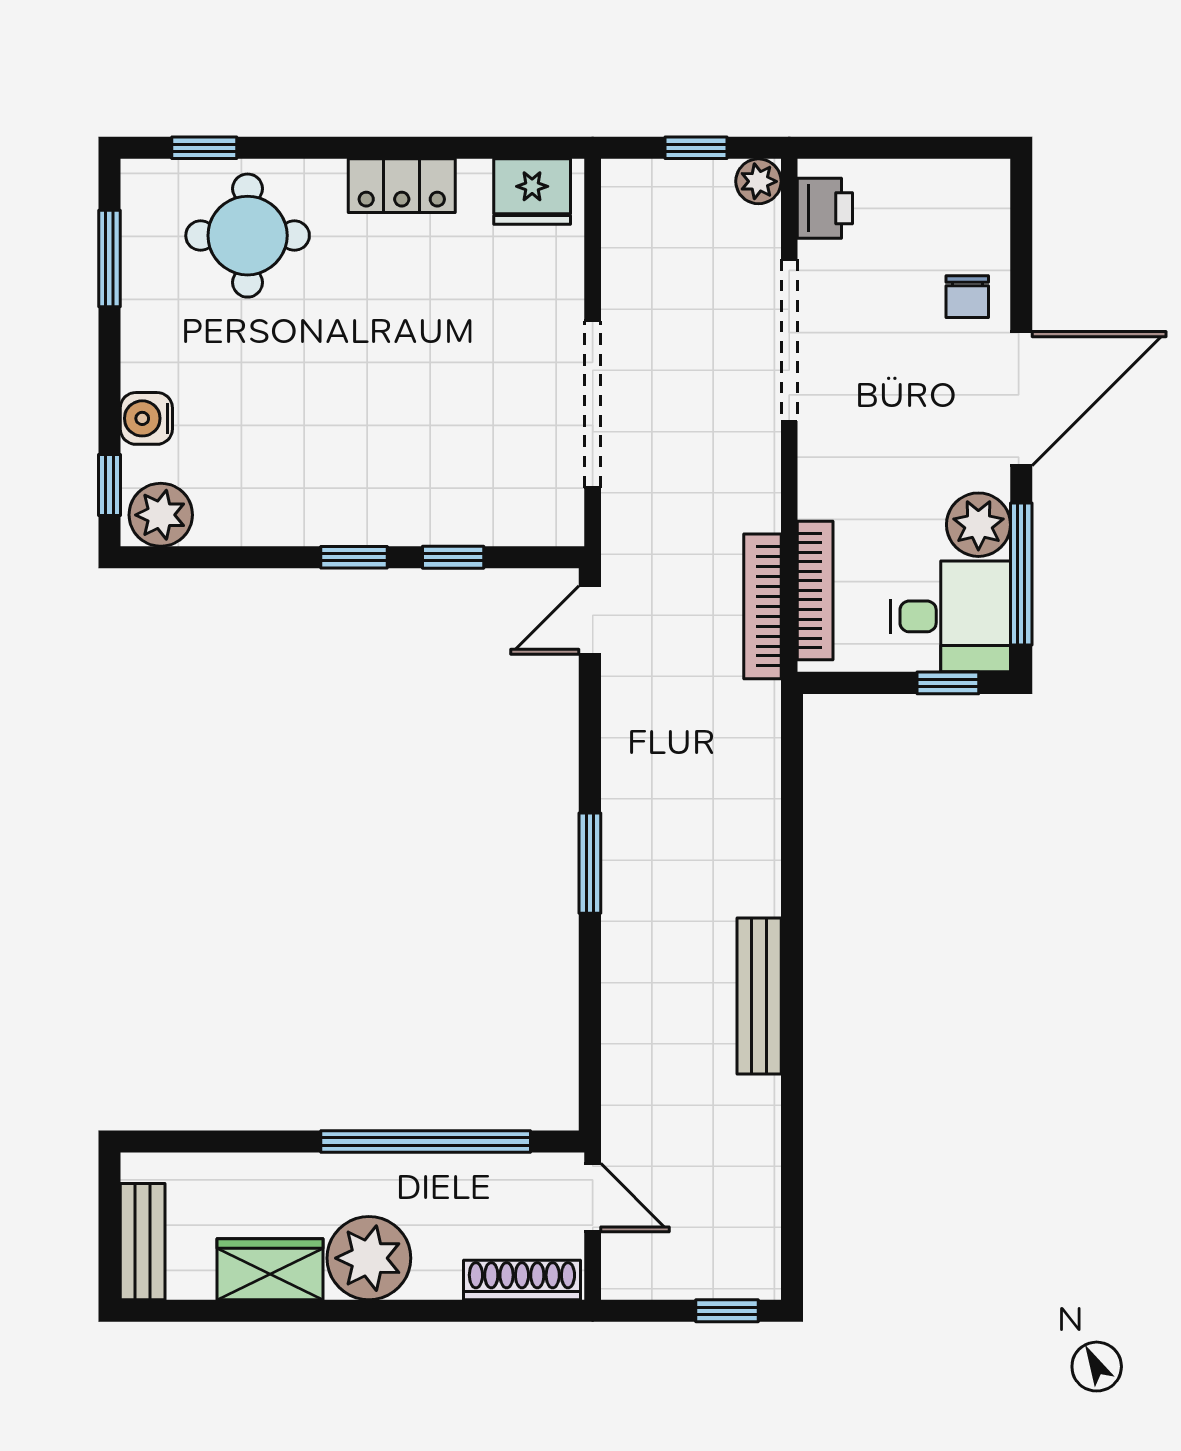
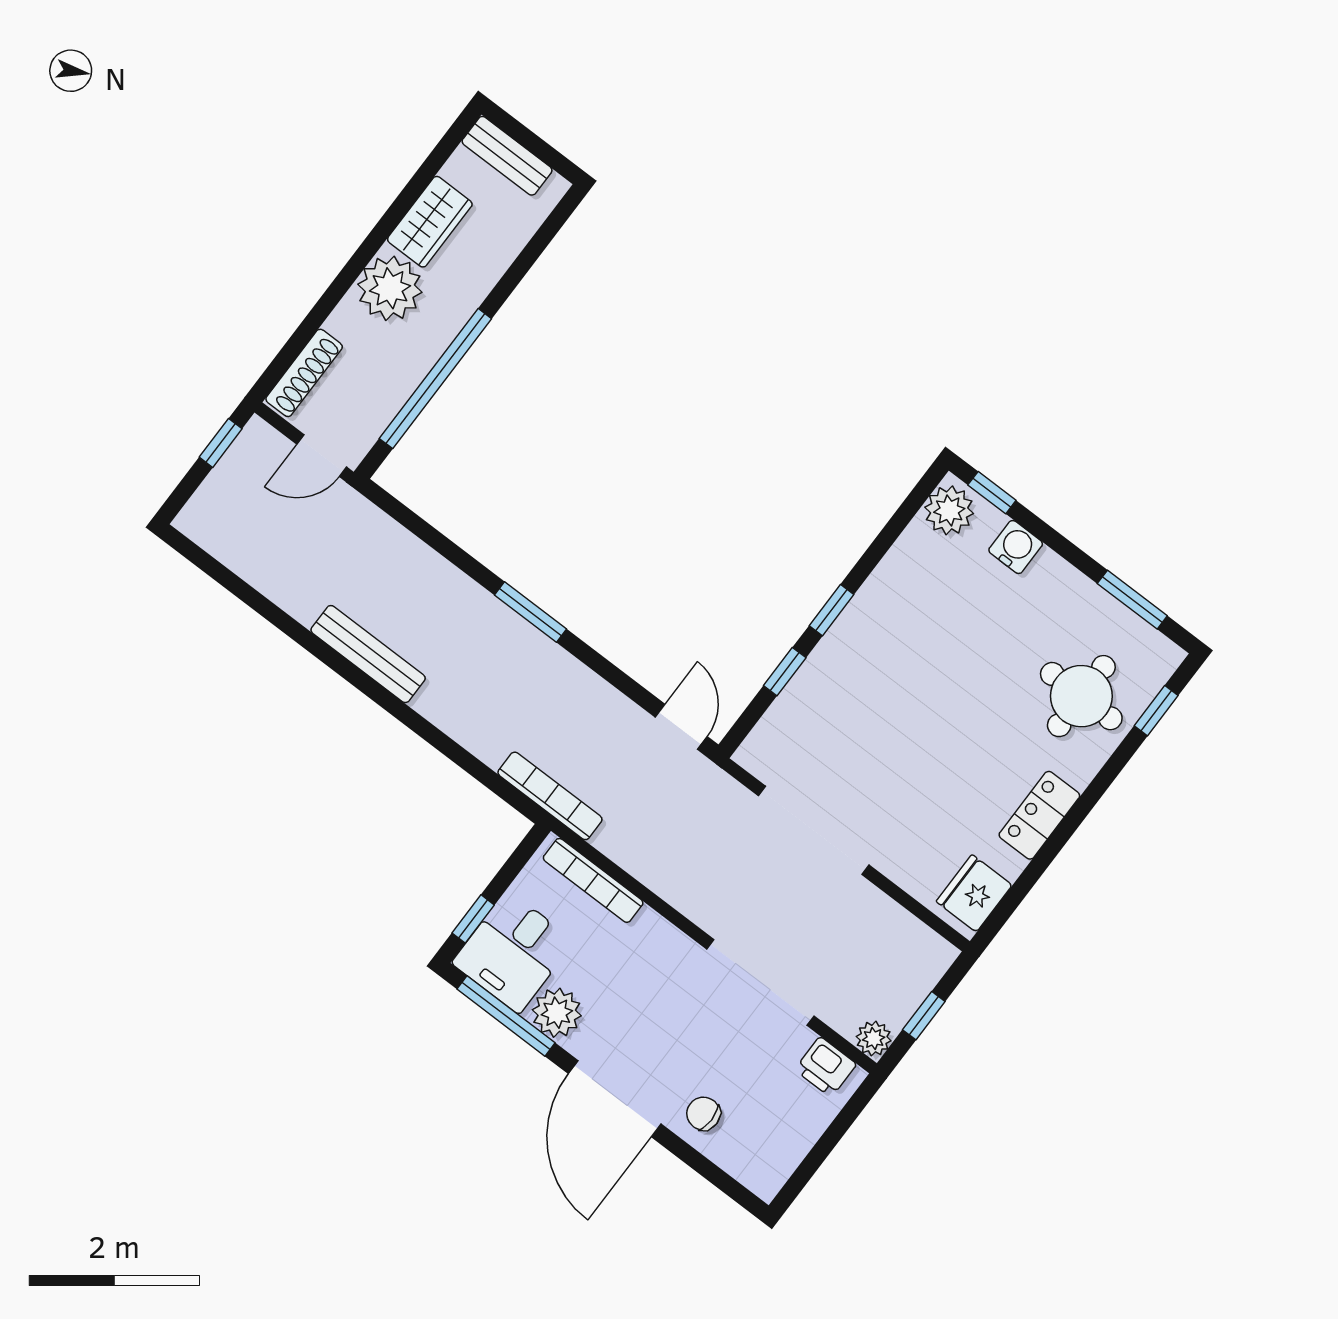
bookcase: (762, 606) -> (550, 796), moved
window: (727, 1311) -> (221, 443), moved

